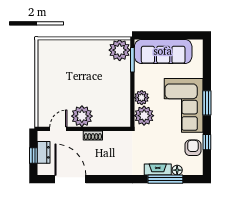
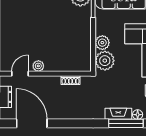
plant: (82, 116) -> (38, 66), width x0.53, depth x0.53
shoe rack: (93, 135) -> (71, 80), moved

